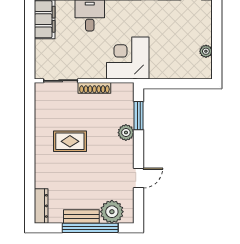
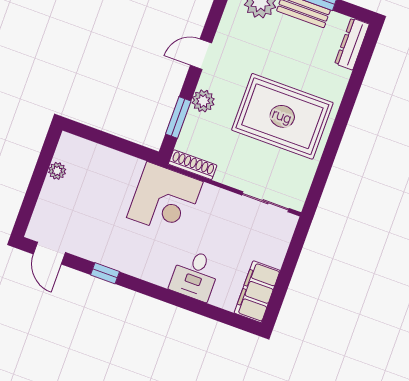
shoe rack: (94, 88) -> (193, 165), moved
rug: (70, 141) -> (282, 116), width x1.86, depth x2.06
door: (139, 178) -> (201, 54), moved

